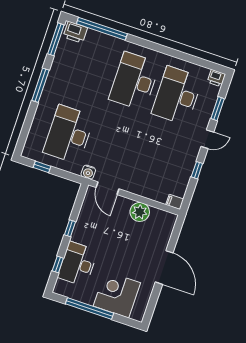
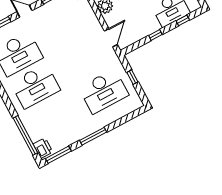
window: (42, 167) -> (132, 77), moved
water cooler: (88, 172) -> (113, 58), removed

